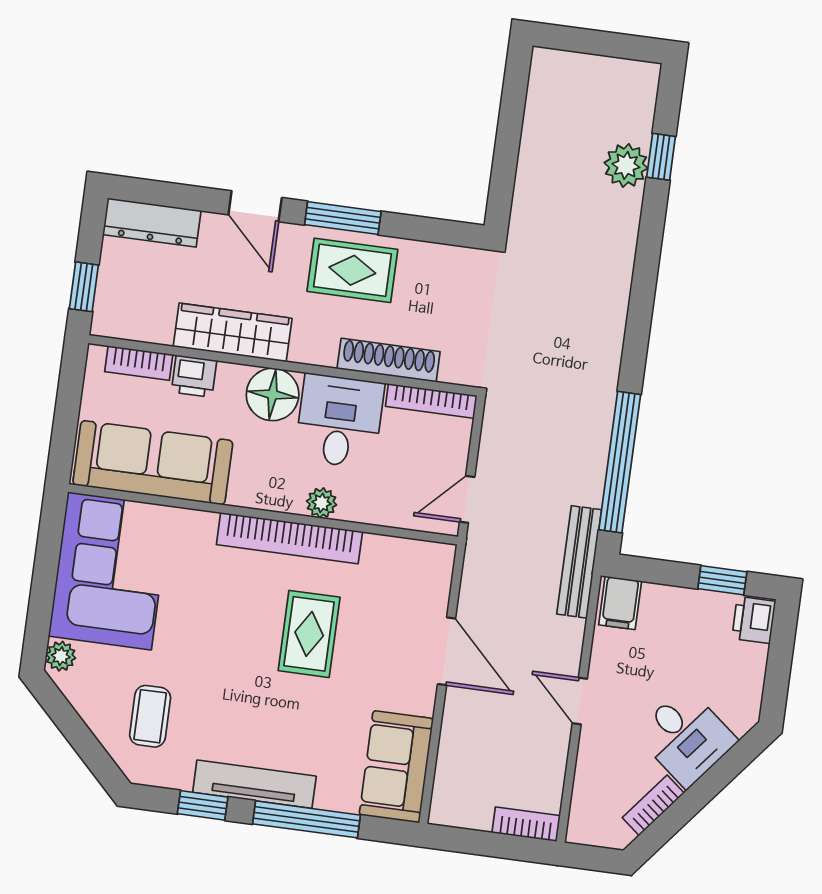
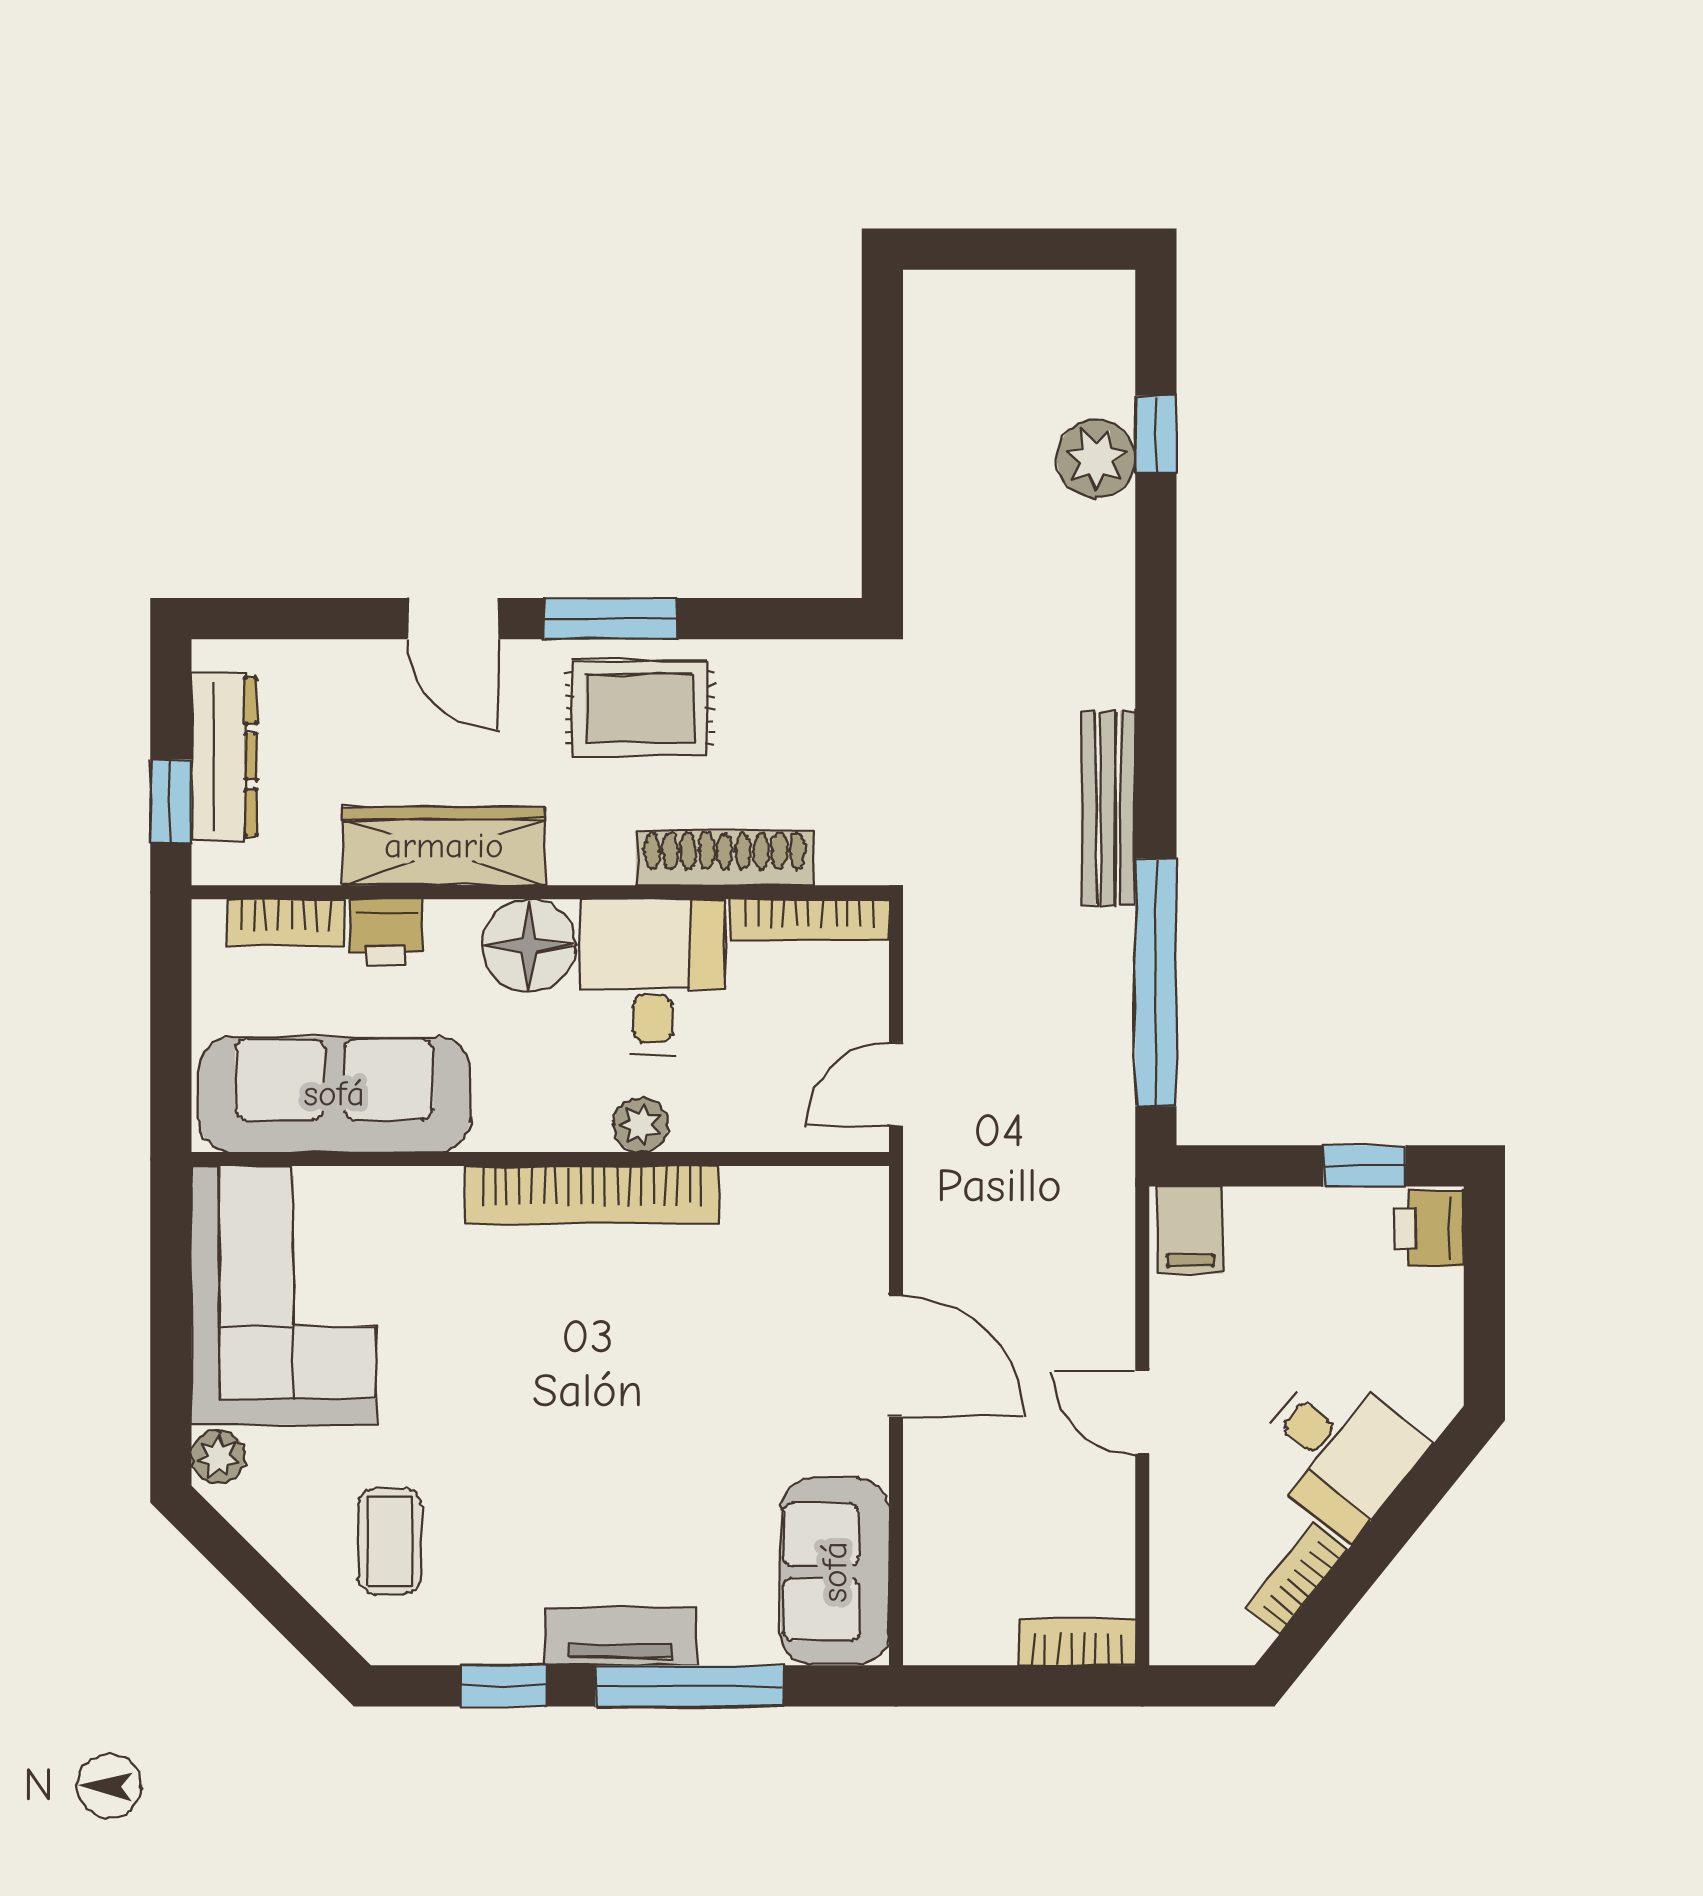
dresser: (152, 223) -> (224, 757), moved, turned -90
bench: (579, 562) -> (1108, 808), moved
rug: (309, 634) -> (650, 1359), removed
tv unit: (254, 784) -> (621, 1636), width x0.71

